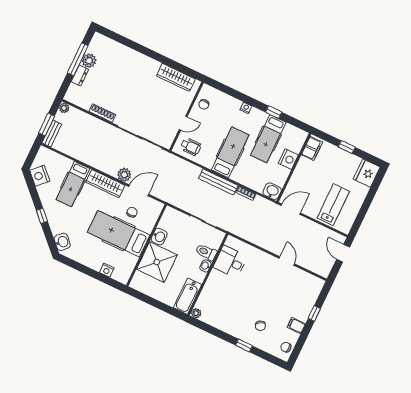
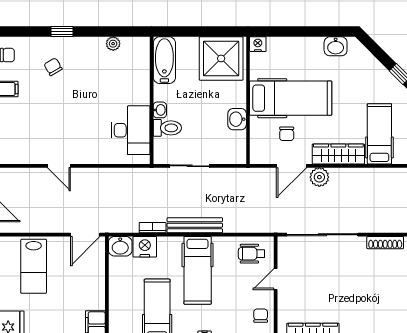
nightstand: (288, 159) -> (145, 247), moved, turned 90
washbasin: (62, 242) -> (336, 46), moved, turned -45
shower: (157, 262) -> (221, 58), moved
desk: (230, 262) -> (131, 130), width x1.37
nightstand: (107, 270) -> (258, 44), moved
plant: (196, 313) -> (113, 44), moved

